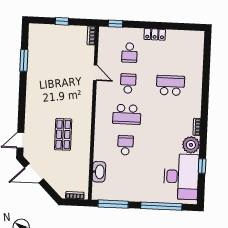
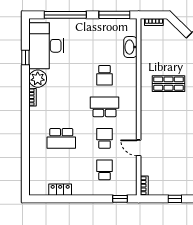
locker: (155, 34) -> (60, 190), moved
school desk: (128, 83) -> (105, 138), turned 180
shop shelf: (63, 134) -> (169, 84), turned 90

